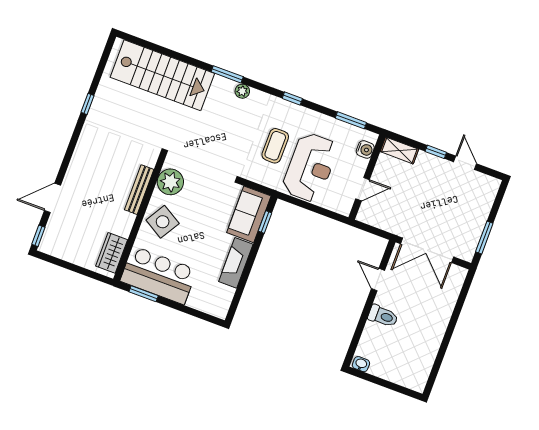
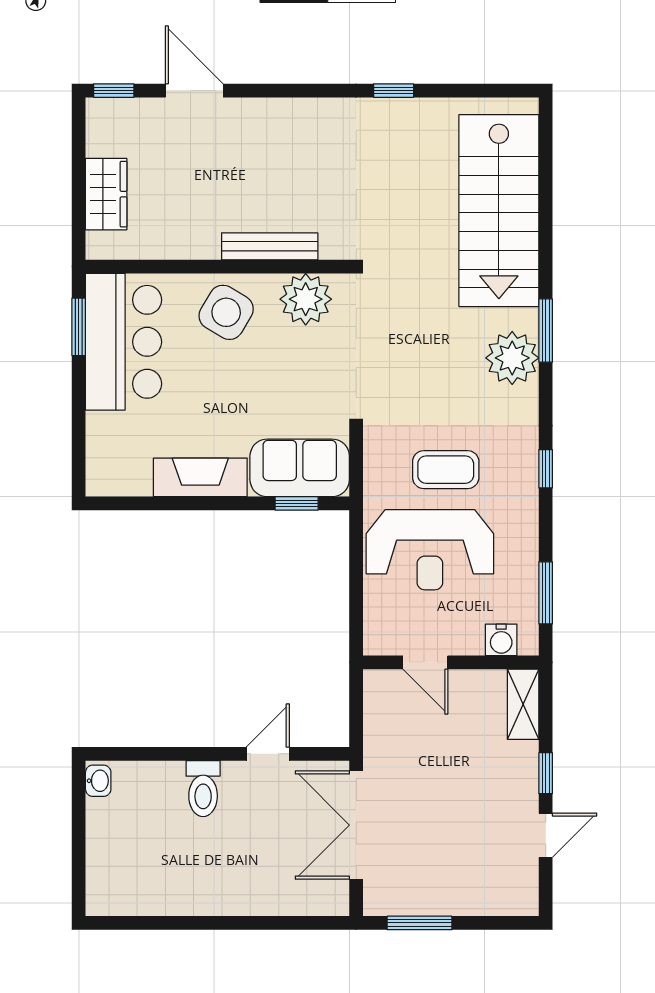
plant: (242, 91) -> (512, 358), width x1.88, depth x1.88
wardrobe: (112, 253) -> (106, 194), moved, turned 90

